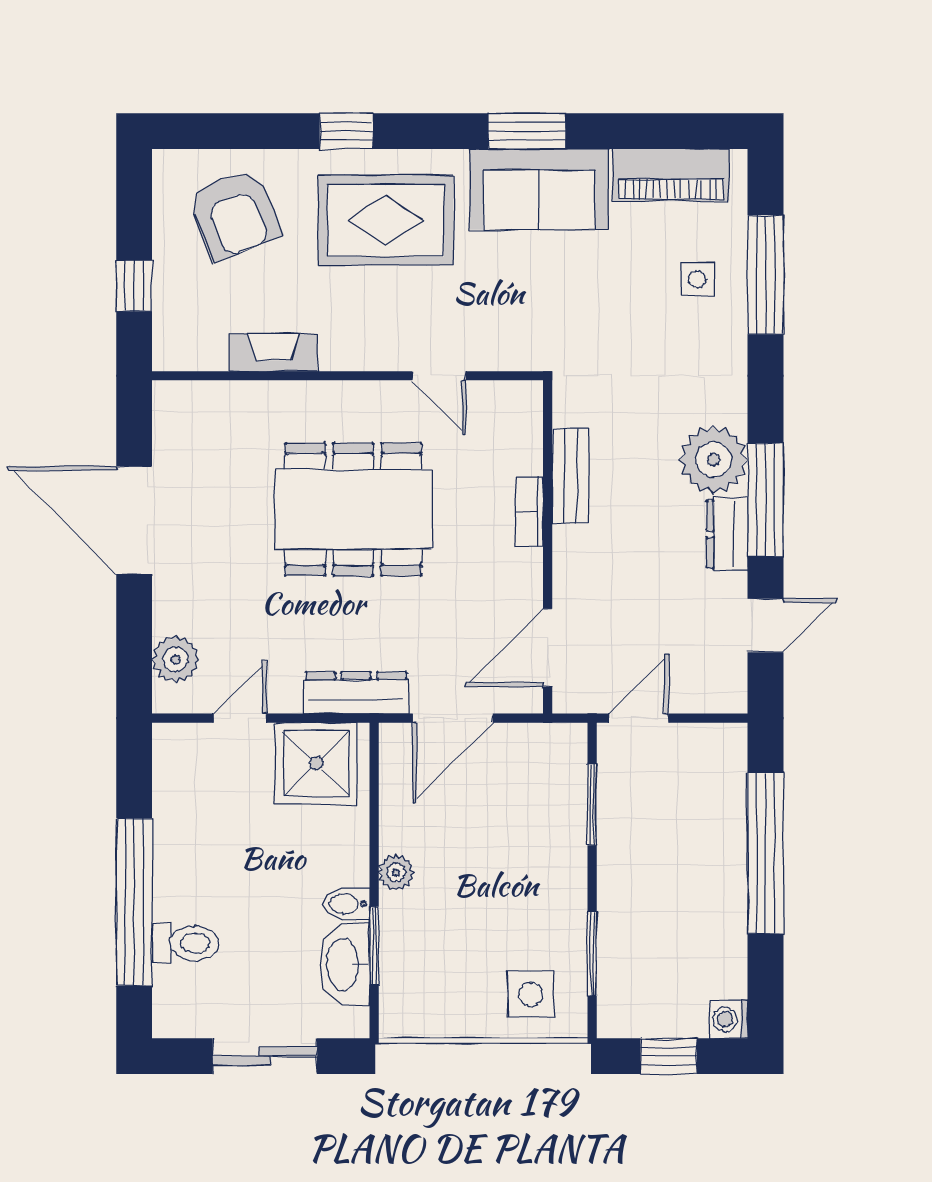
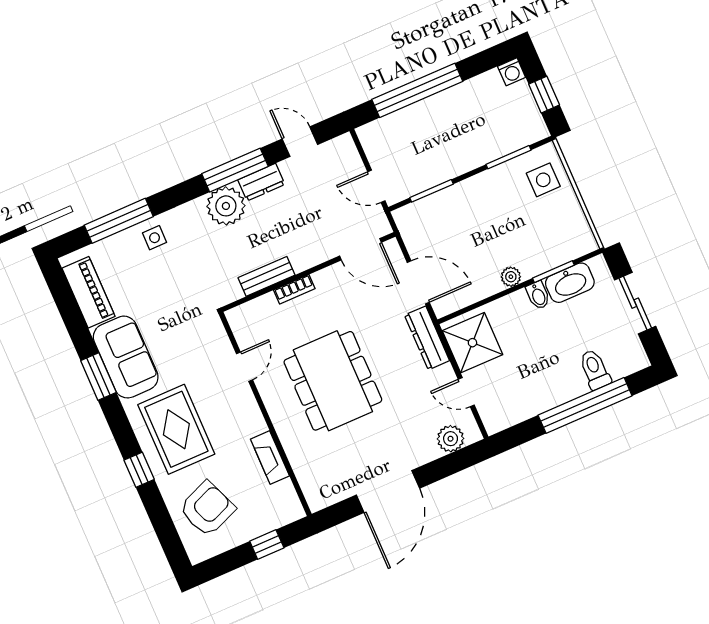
side table: (697, 279) -> (155, 238), moved

